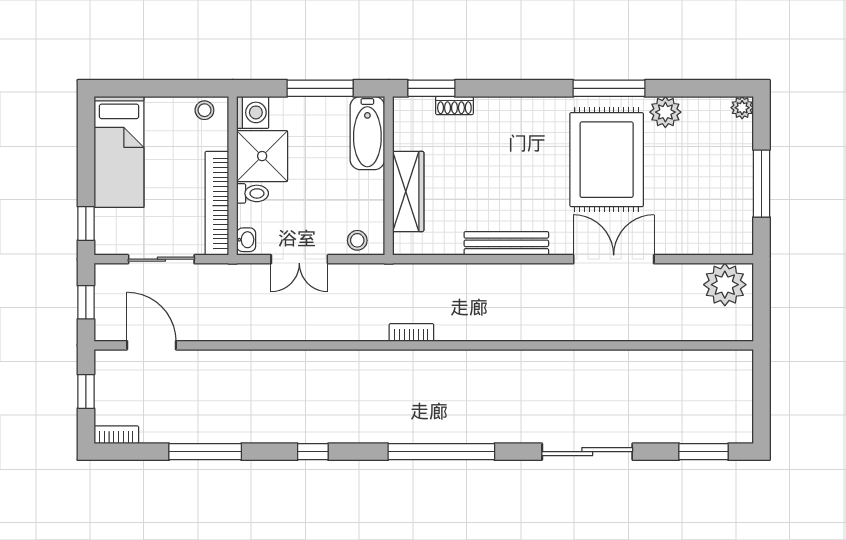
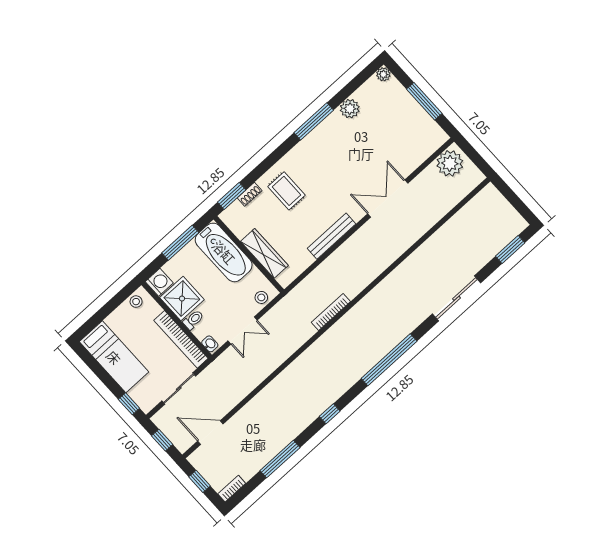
bathtub: (367, 133) -> (224, 252), width x1.36, depth x1.36
rug: (607, 160) -> (286, 191), moved, width x0.54, depth x0.49
bookcase: (411, 332) -> (331, 312), width x1.56

